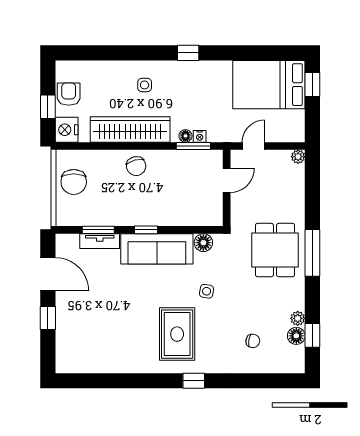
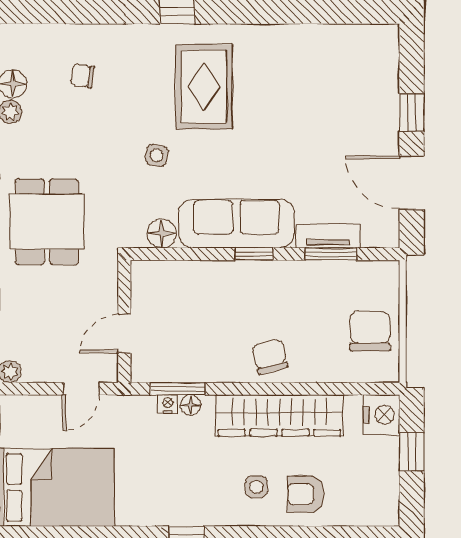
armchair: (69, 94) -> (306, 494), moved, turned 90

